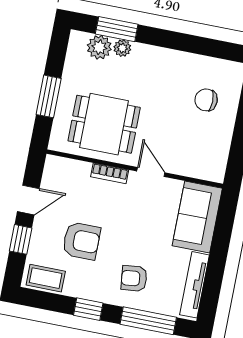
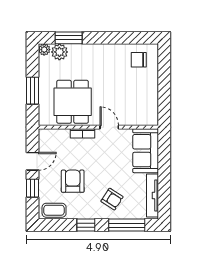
plant: (122, 48) -> (44, 50), moved
chair: (206, 100) -> (139, 60), moved
dining table: (104, 124) -> (73, 102), turned 90
armchair: (81, 241) -> (73, 181), turned -90
armchair: (134, 278) -> (112, 199), turned -141

